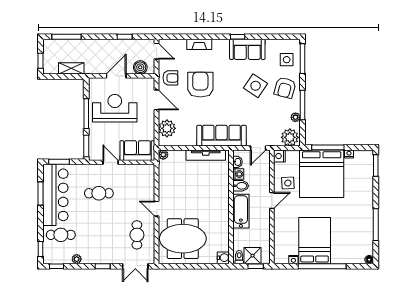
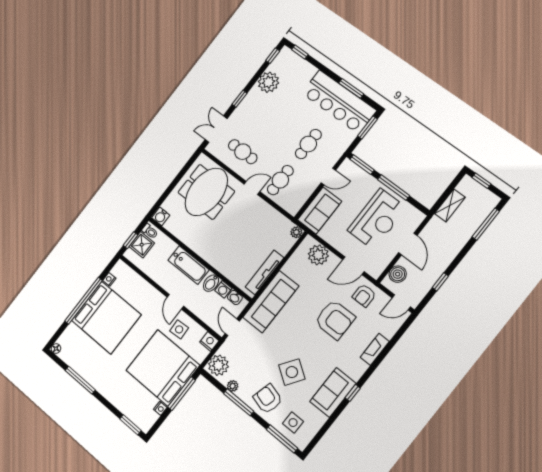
cafe table: (61, 235) -> (280, 180), moved
bed: (315, 241) -> (106, 318), width x1.36
plant: (77, 259) -> (268, 82), width x1.88, depth x1.88

